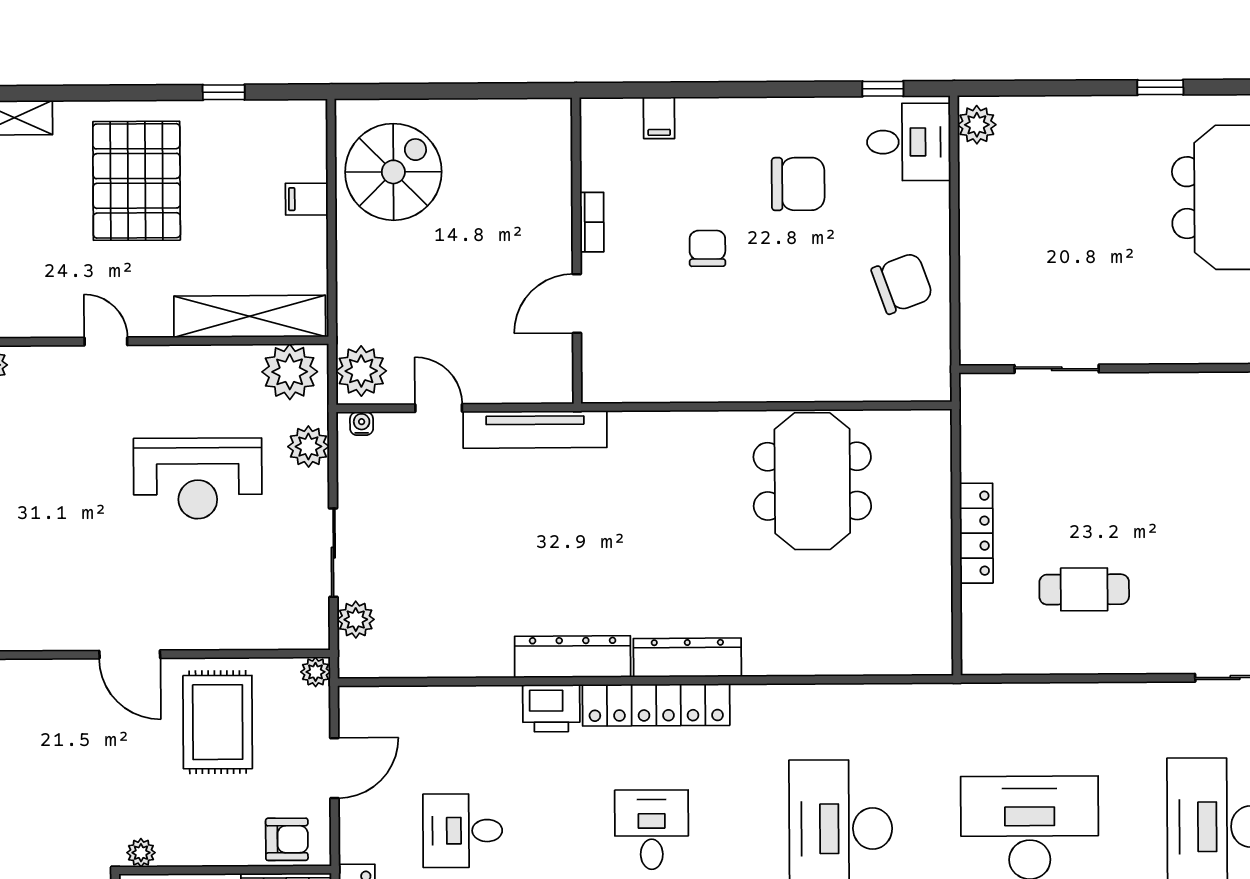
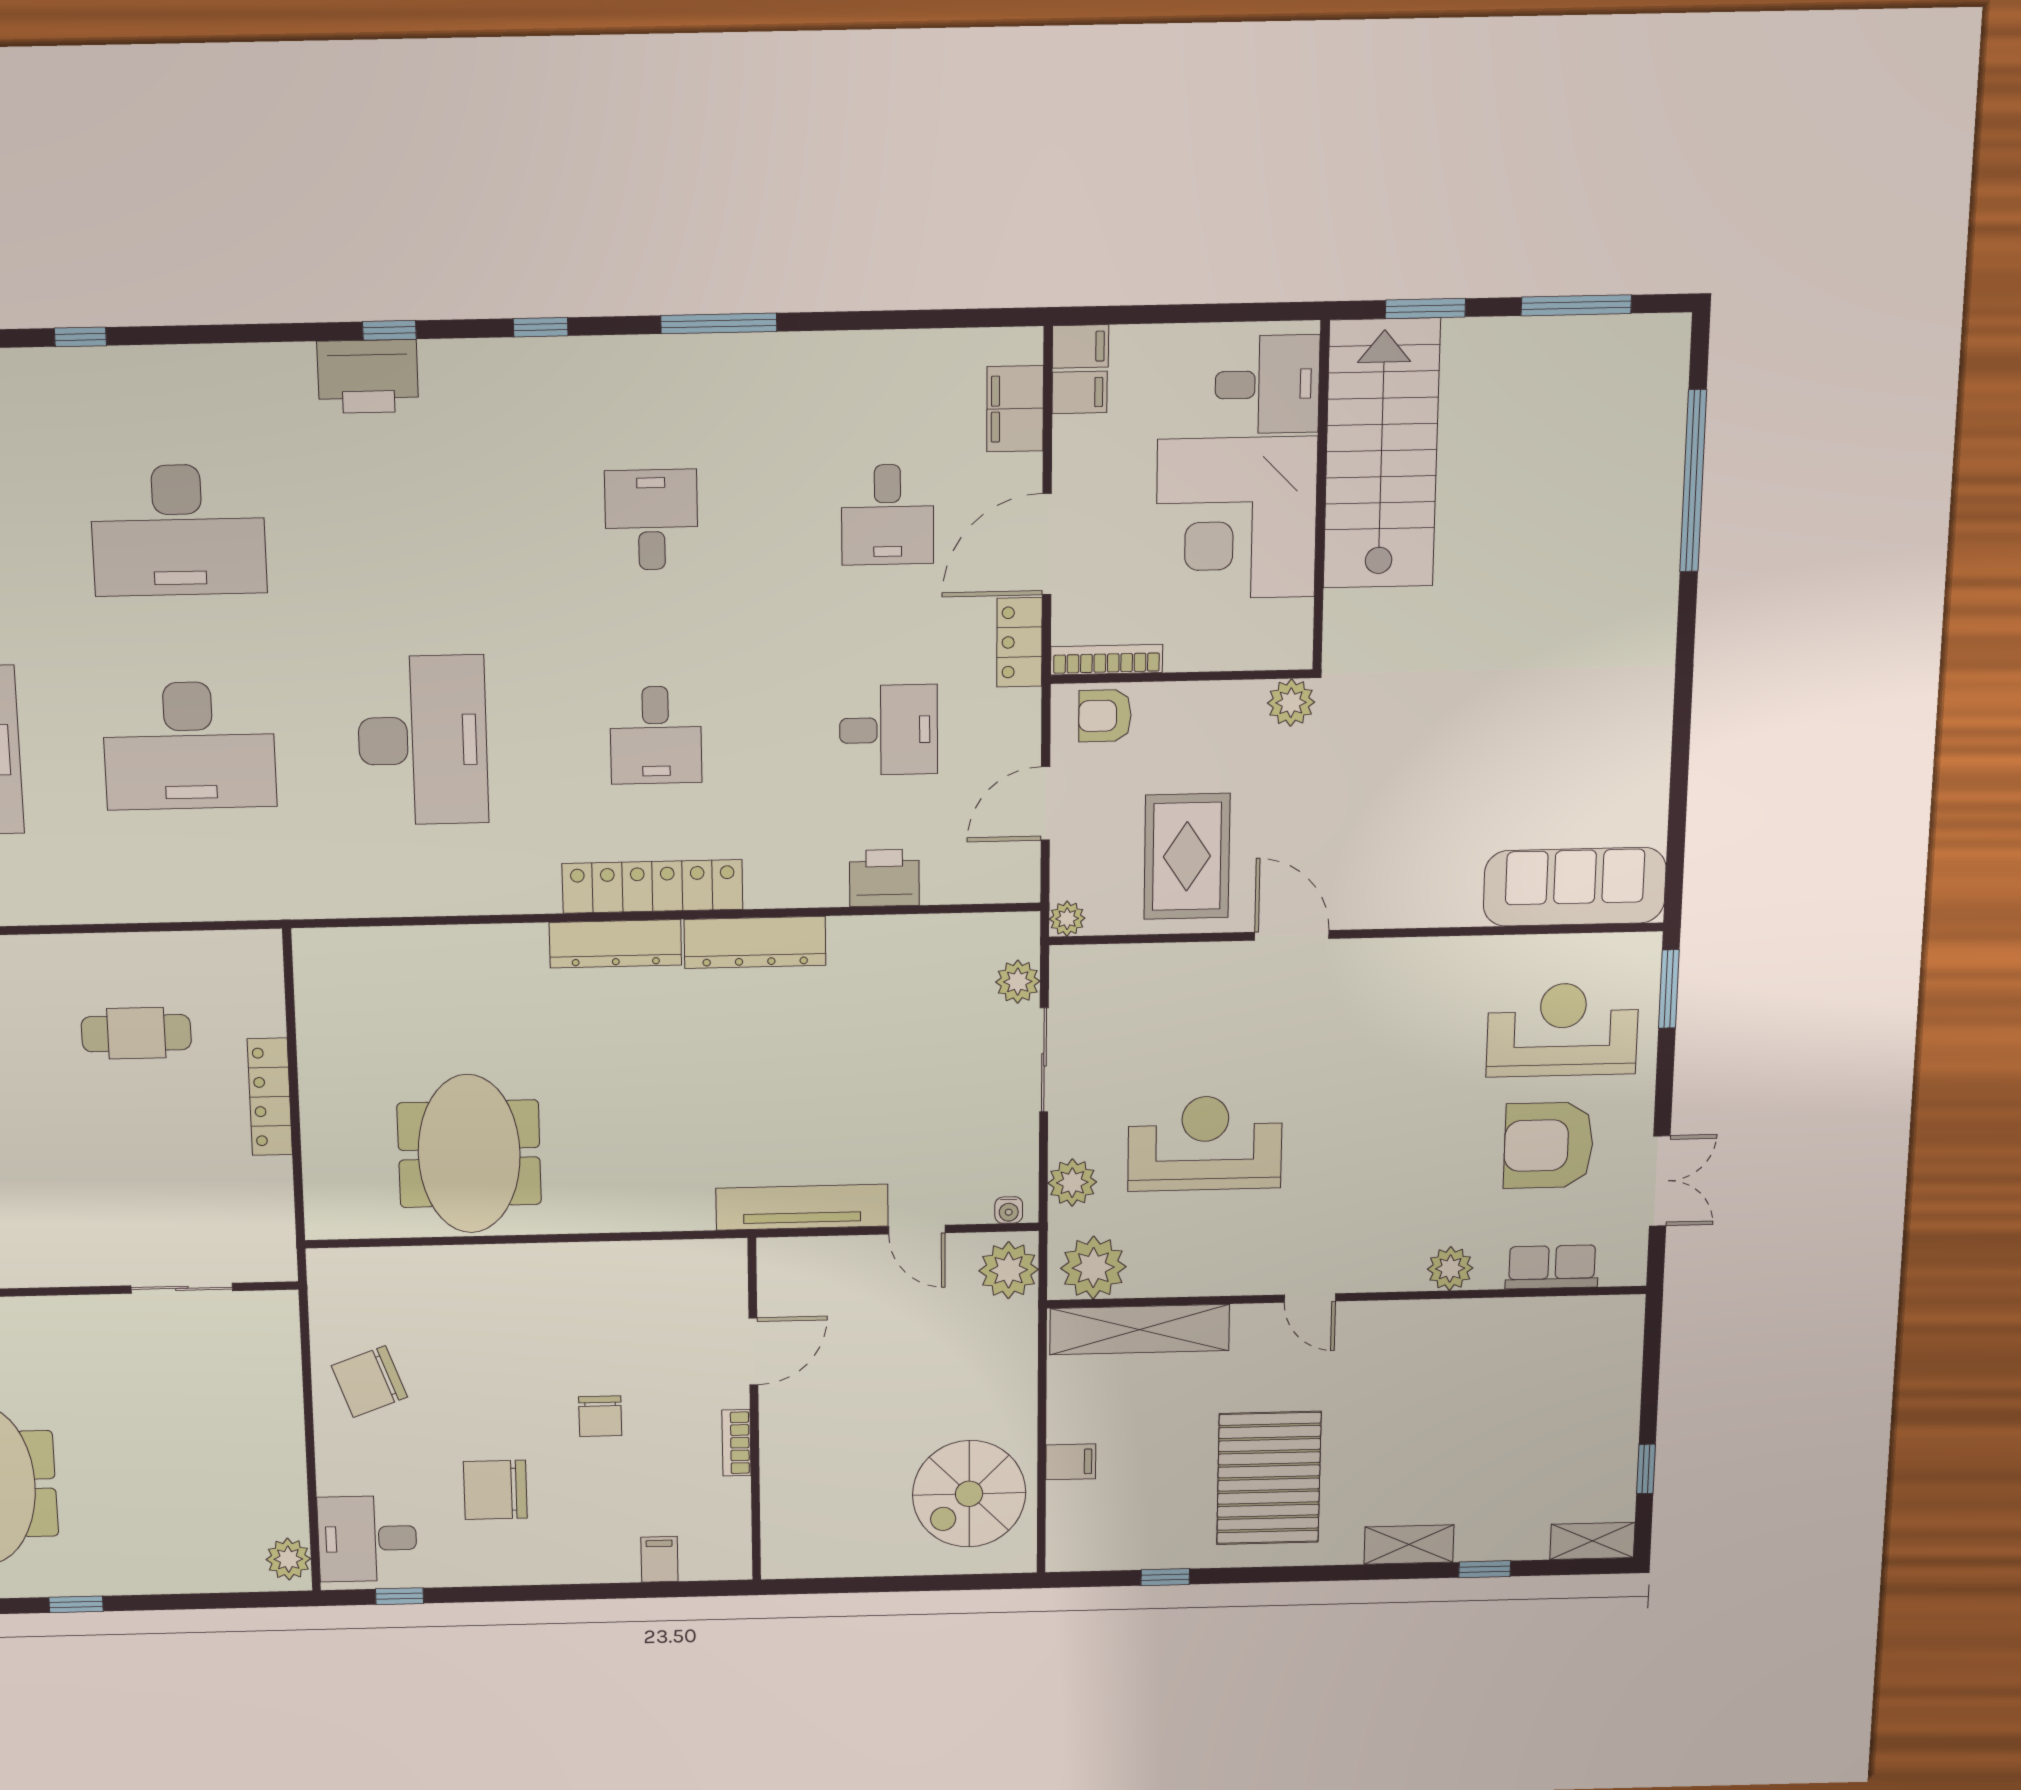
printer: (551, 708) -> (884, 878), moved
plant: (141, 853) -> (1291, 703), width x1.38, depth x1.38

